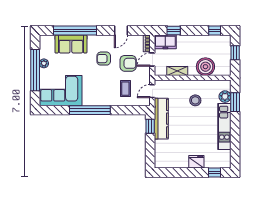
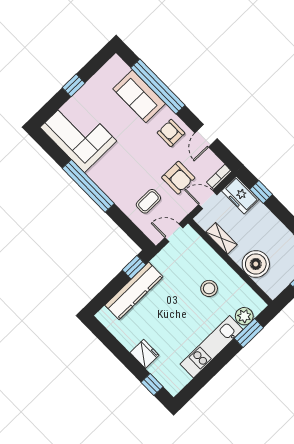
door: (121, 30) -> (206, 136), hinge flipped
armchair: (104, 59) -> (171, 133), moved
plant: (44, 63) -> (90, 88), removed
window: (35, 70) -> (74, 85), width x0.32
kitchen counter: (161, 119) -> (134, 291), moved

